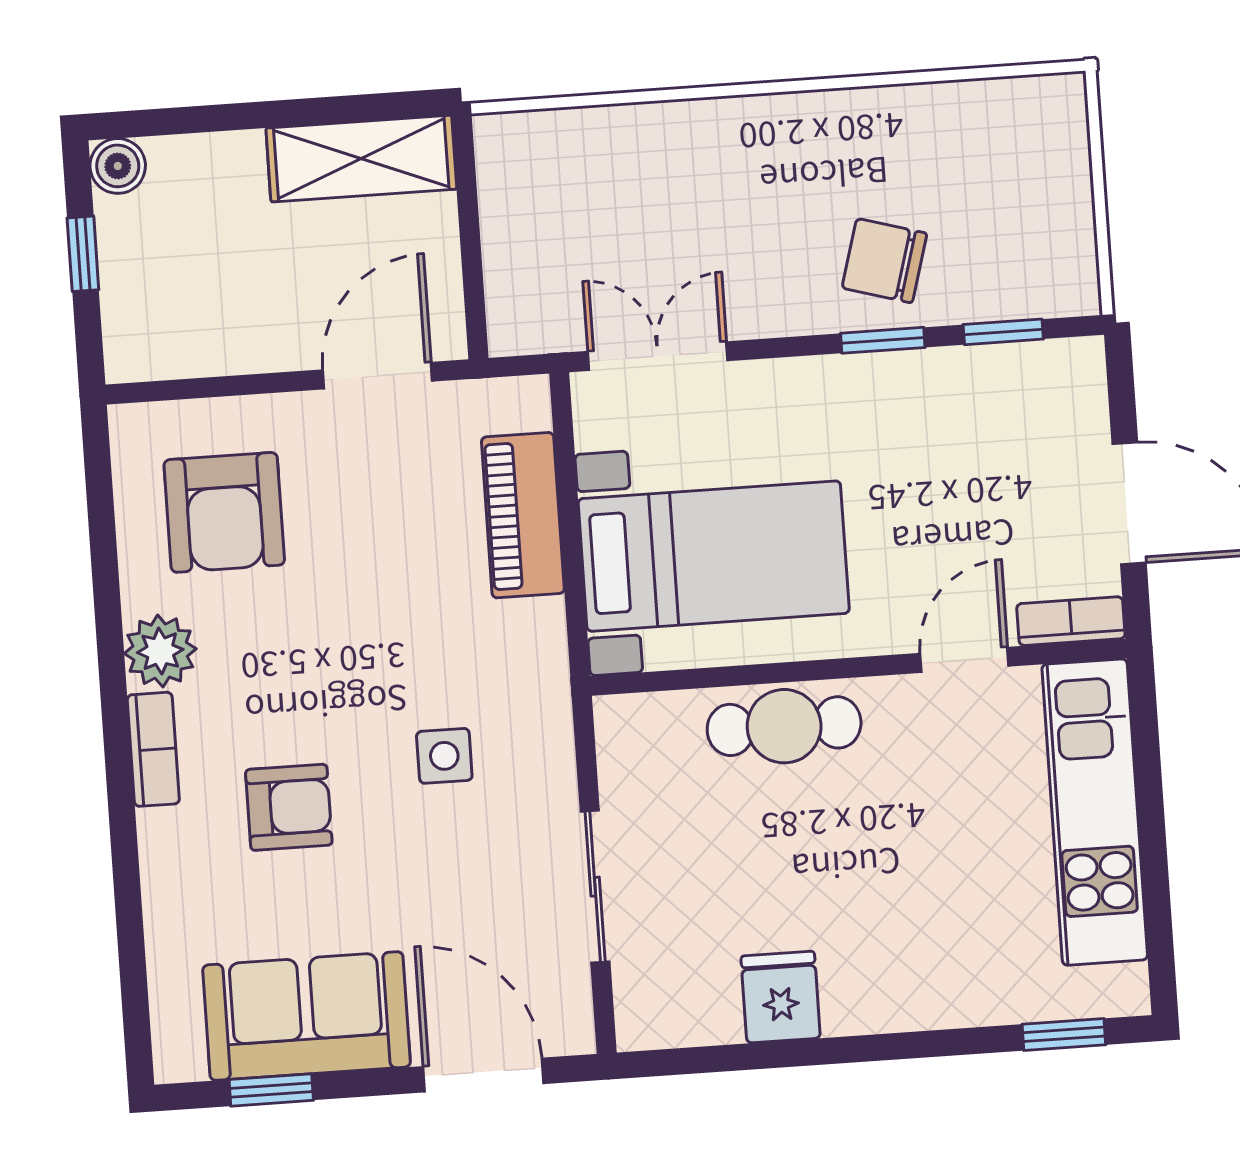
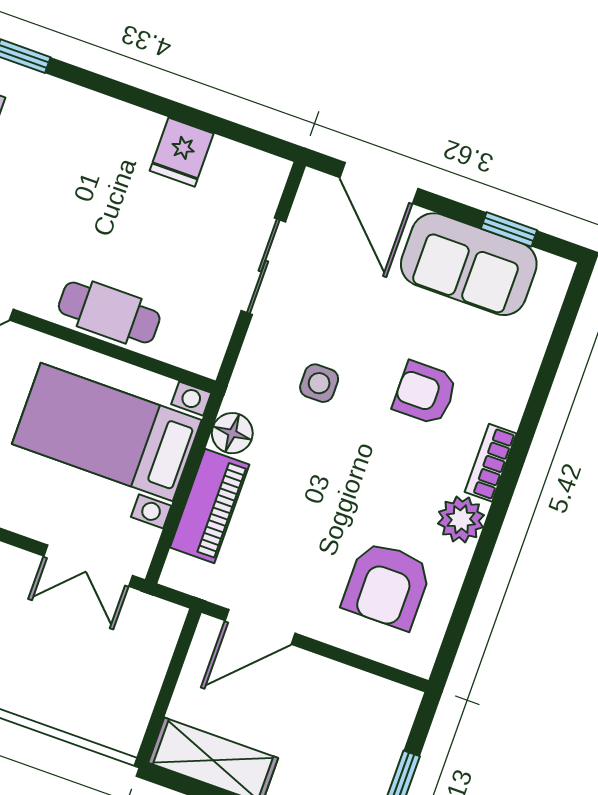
armchair: (224, 512) -> (387, 585), turned 180
floor lamp: (536, 632) -> (232, 433), added

